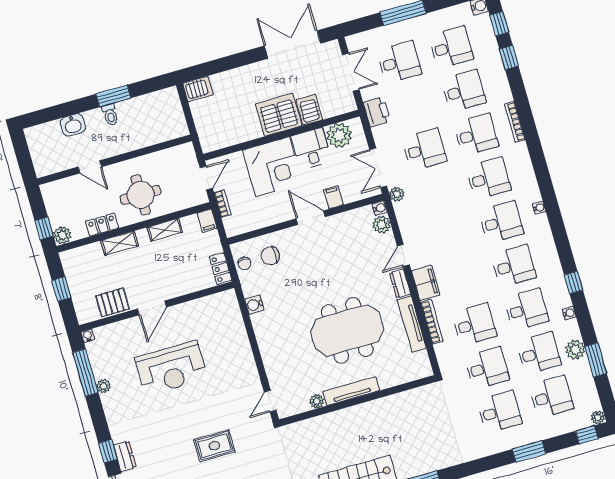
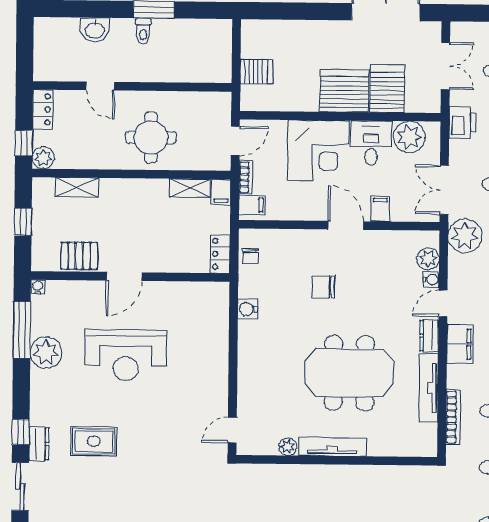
server rack: (198, 89) -> (257, 71), moved
server rack: (309, 110) -> (387, 89), width x1.36, depth x1.44
plant: (397, 194) -> (465, 236), width x1.87, depth x1.87
water cooler: (380, 208) -> (431, 279), moved
filing cabinet: (234, 224) -> (252, 205), added
locker: (102, 225) -> (43, 109), moved, turned 90
shelving: (165, 230) -> (189, 188), moved
shelving: (119, 243) -> (77, 187), moved
chair: (270, 256) -> (323, 287), moved
bookcase: (432, 322) -> (453, 417), moved
plant: (104, 386) -> (46, 352), width x1.88, depth x1.88
rug: (214, 446) -> (94, 441), moved

